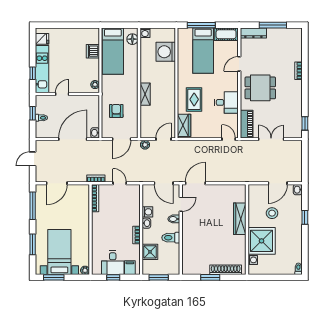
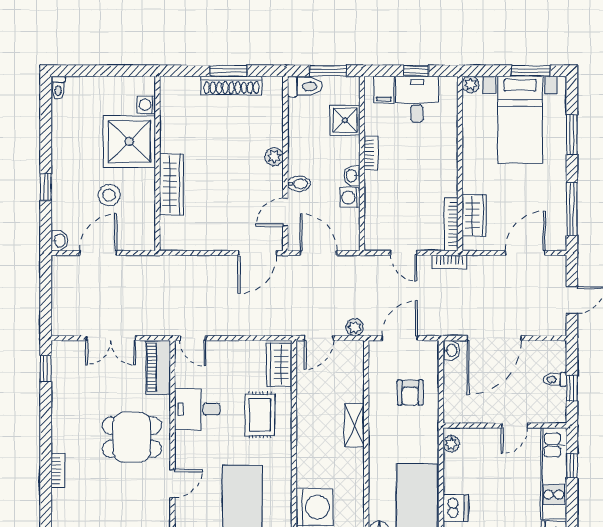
wardrobe: (83, 203) -> (474, 215), added
plant: (187, 233) -> (274, 157), added
toilet: (171, 238) -> (305, 87), moved
shoe rack: (226, 270) -> (231, 85), moved

